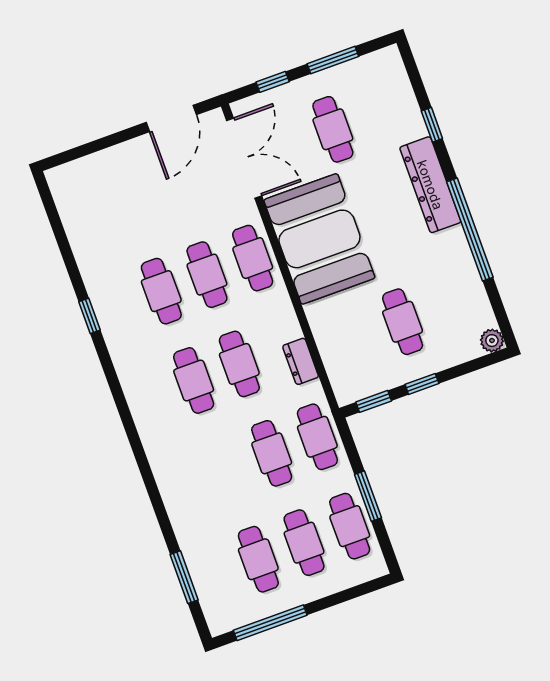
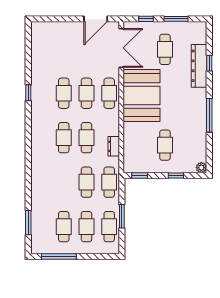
dresser: (430, 185) -> (199, 66), moved
window: (470, 230) -> (209, 115), width x0.68
window: (422, 384) -> (176, 176), moved

